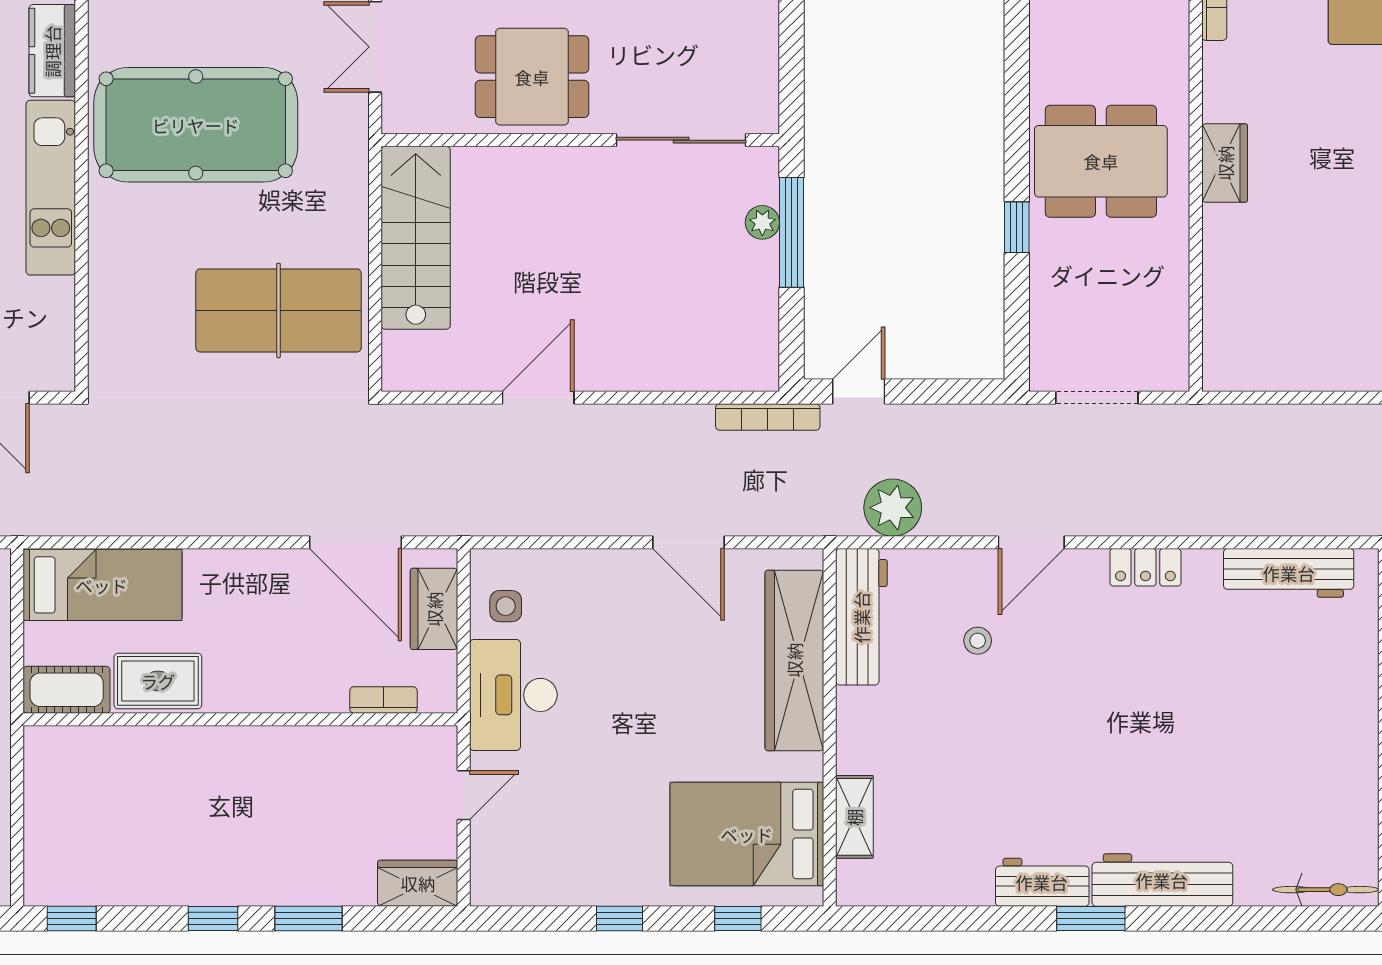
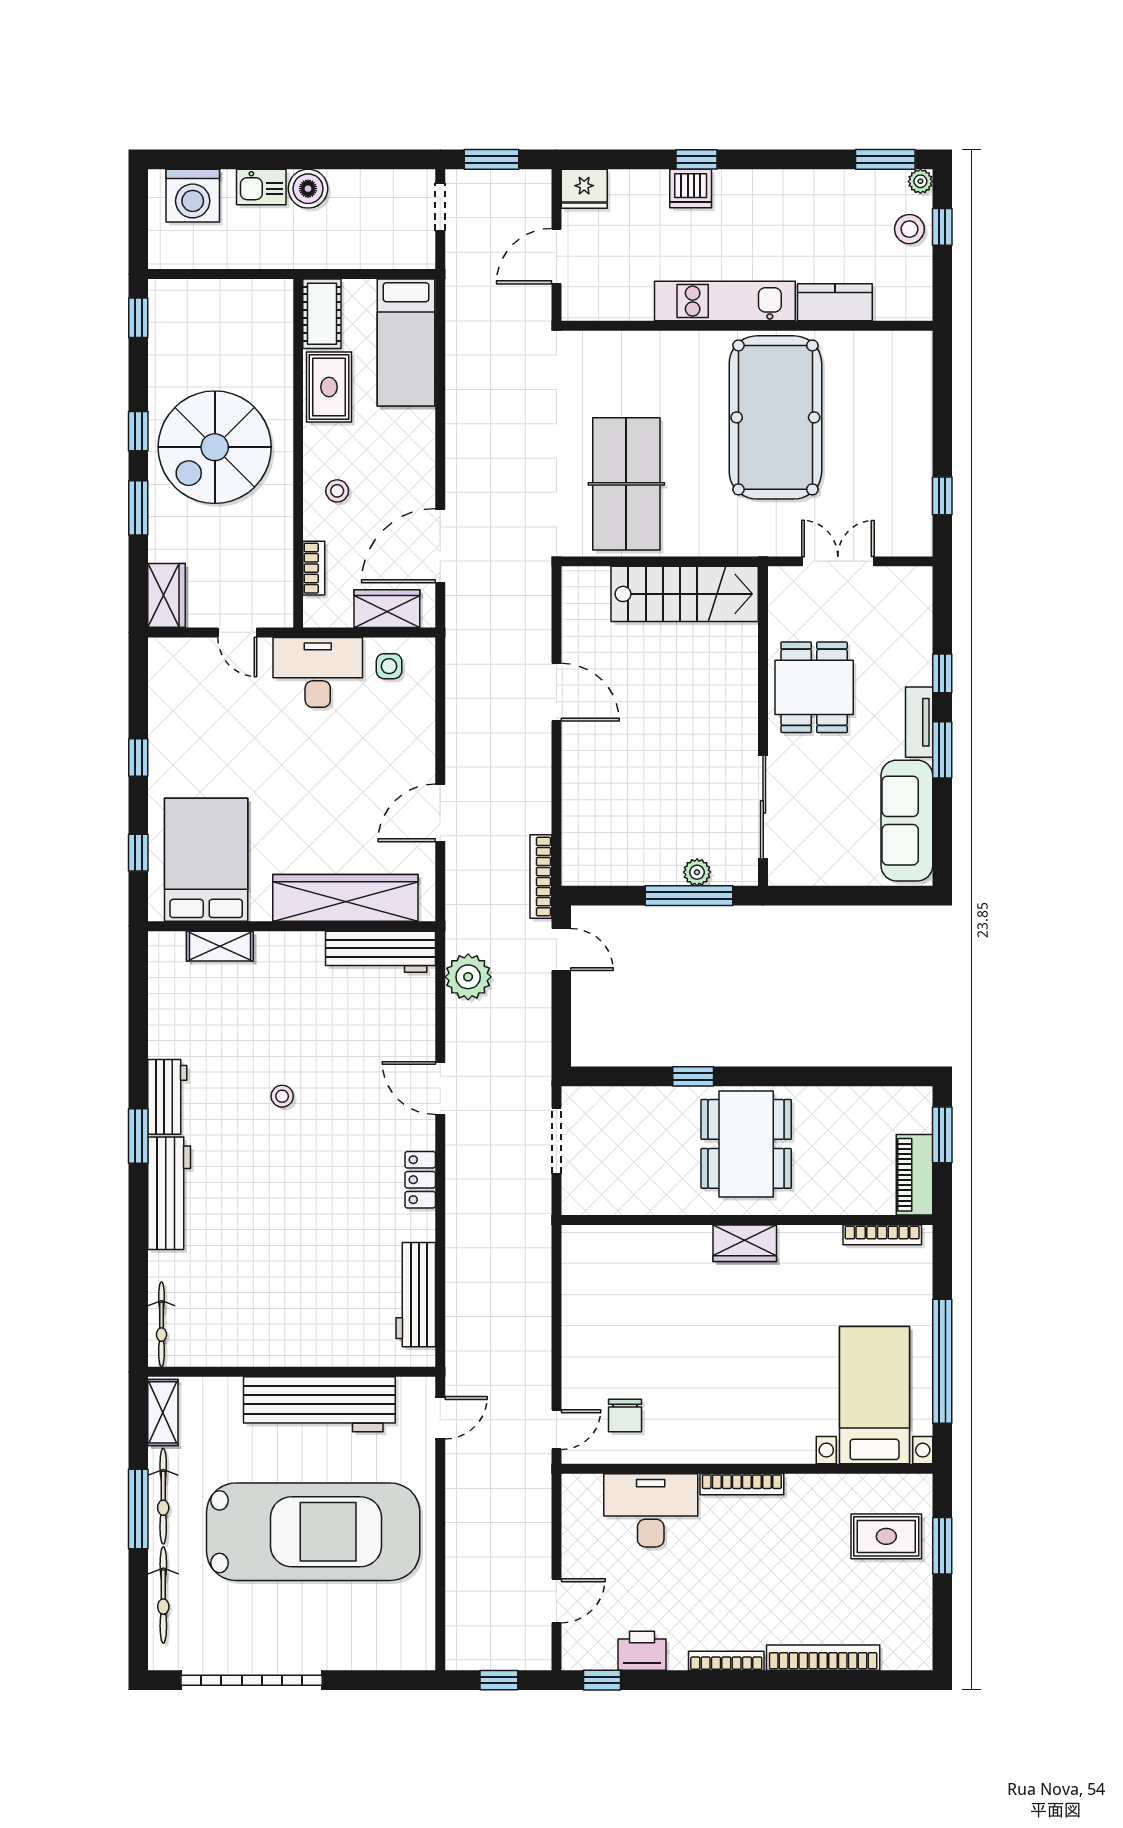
stool: (978, 641) -> (282, 1096), moved
stool: (287, 671) -> (337, 491), added
spiral stairs: (233, 823) -> (215, 447), added

